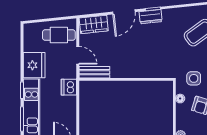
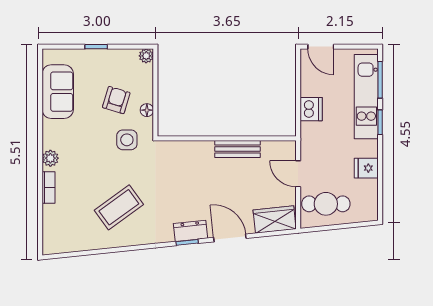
door: (124, 12) -> (230, 238), hinge flipped
fridge: (34, 65) -> (366, 168), width x0.53, depth x0.75
bench: (94, 72) -> (238, 149), moved
dishwasher: (69, 87) -> (311, 109), moved

